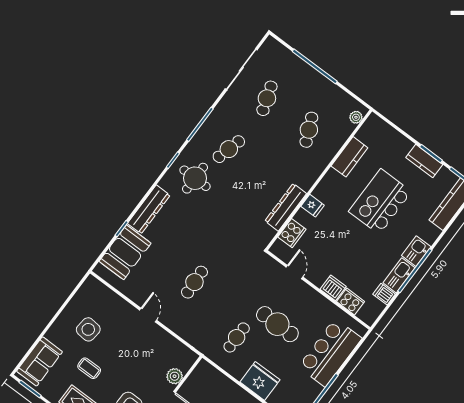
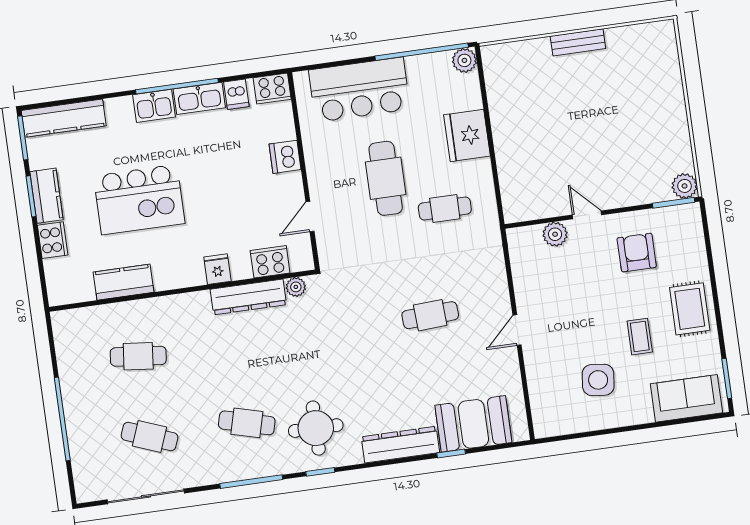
cafe table: (267, 98) -> (149, 437), turned 39
plant: (356, 117) -> (296, 287), moved
cafe table: (309, 130) -> (138, 356), turned 30
cooker: (401, 144) -> (53, 240), added
cooker: (351, 301) -> (272, 89), moved, turned -90

